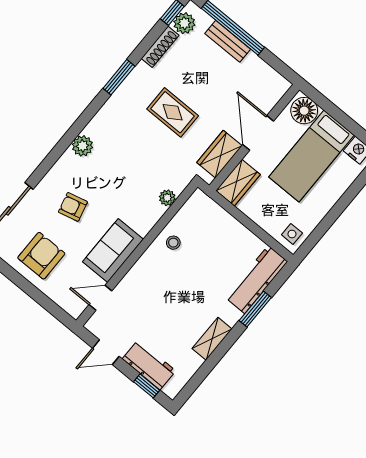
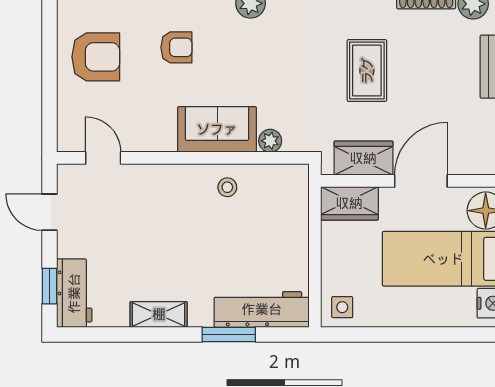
armchair: (73, 207) -> (176, 47), turned 104
sofa: (113, 250) -> (217, 129), moved
workbench: (149, 365) -> (74, 293), moved

